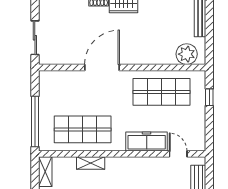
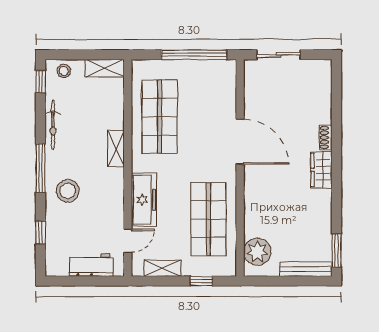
window: (35, 122) -> (194, 55), moved
shelving: (199, 127) -> (163, 268), added
shelving: (91, 163) -> (116, 149), moved

